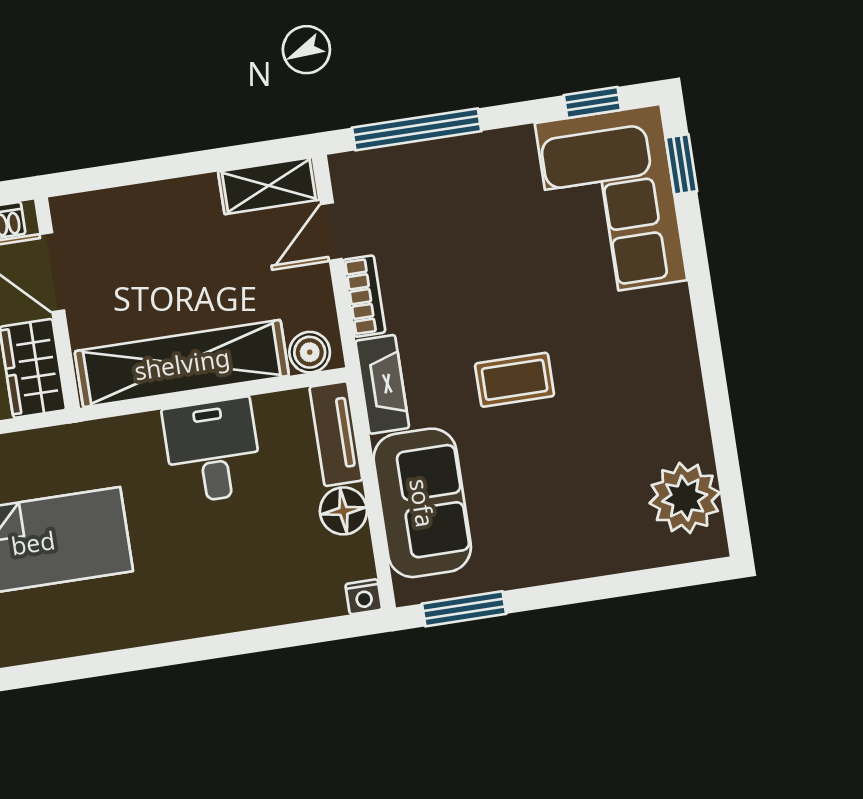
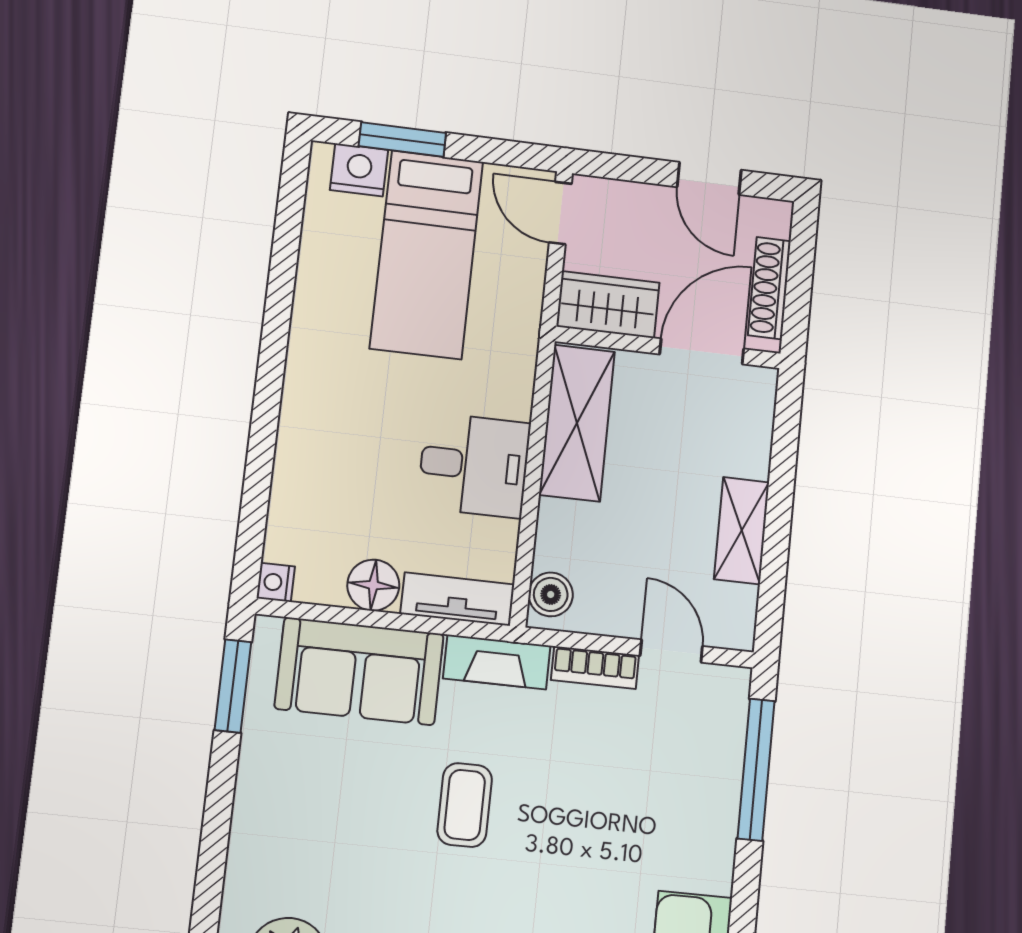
shelving: (269, 186) -> (742, 531), moved
shelving: (182, 364) -> (577, 423), width x0.68

